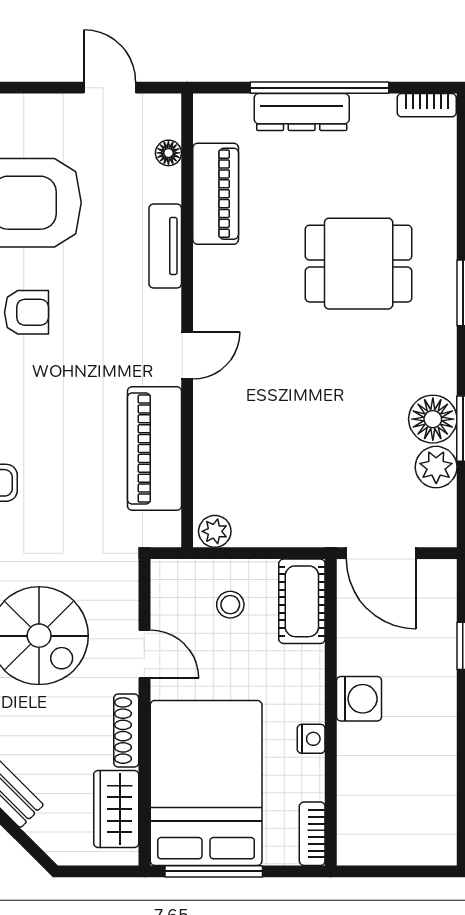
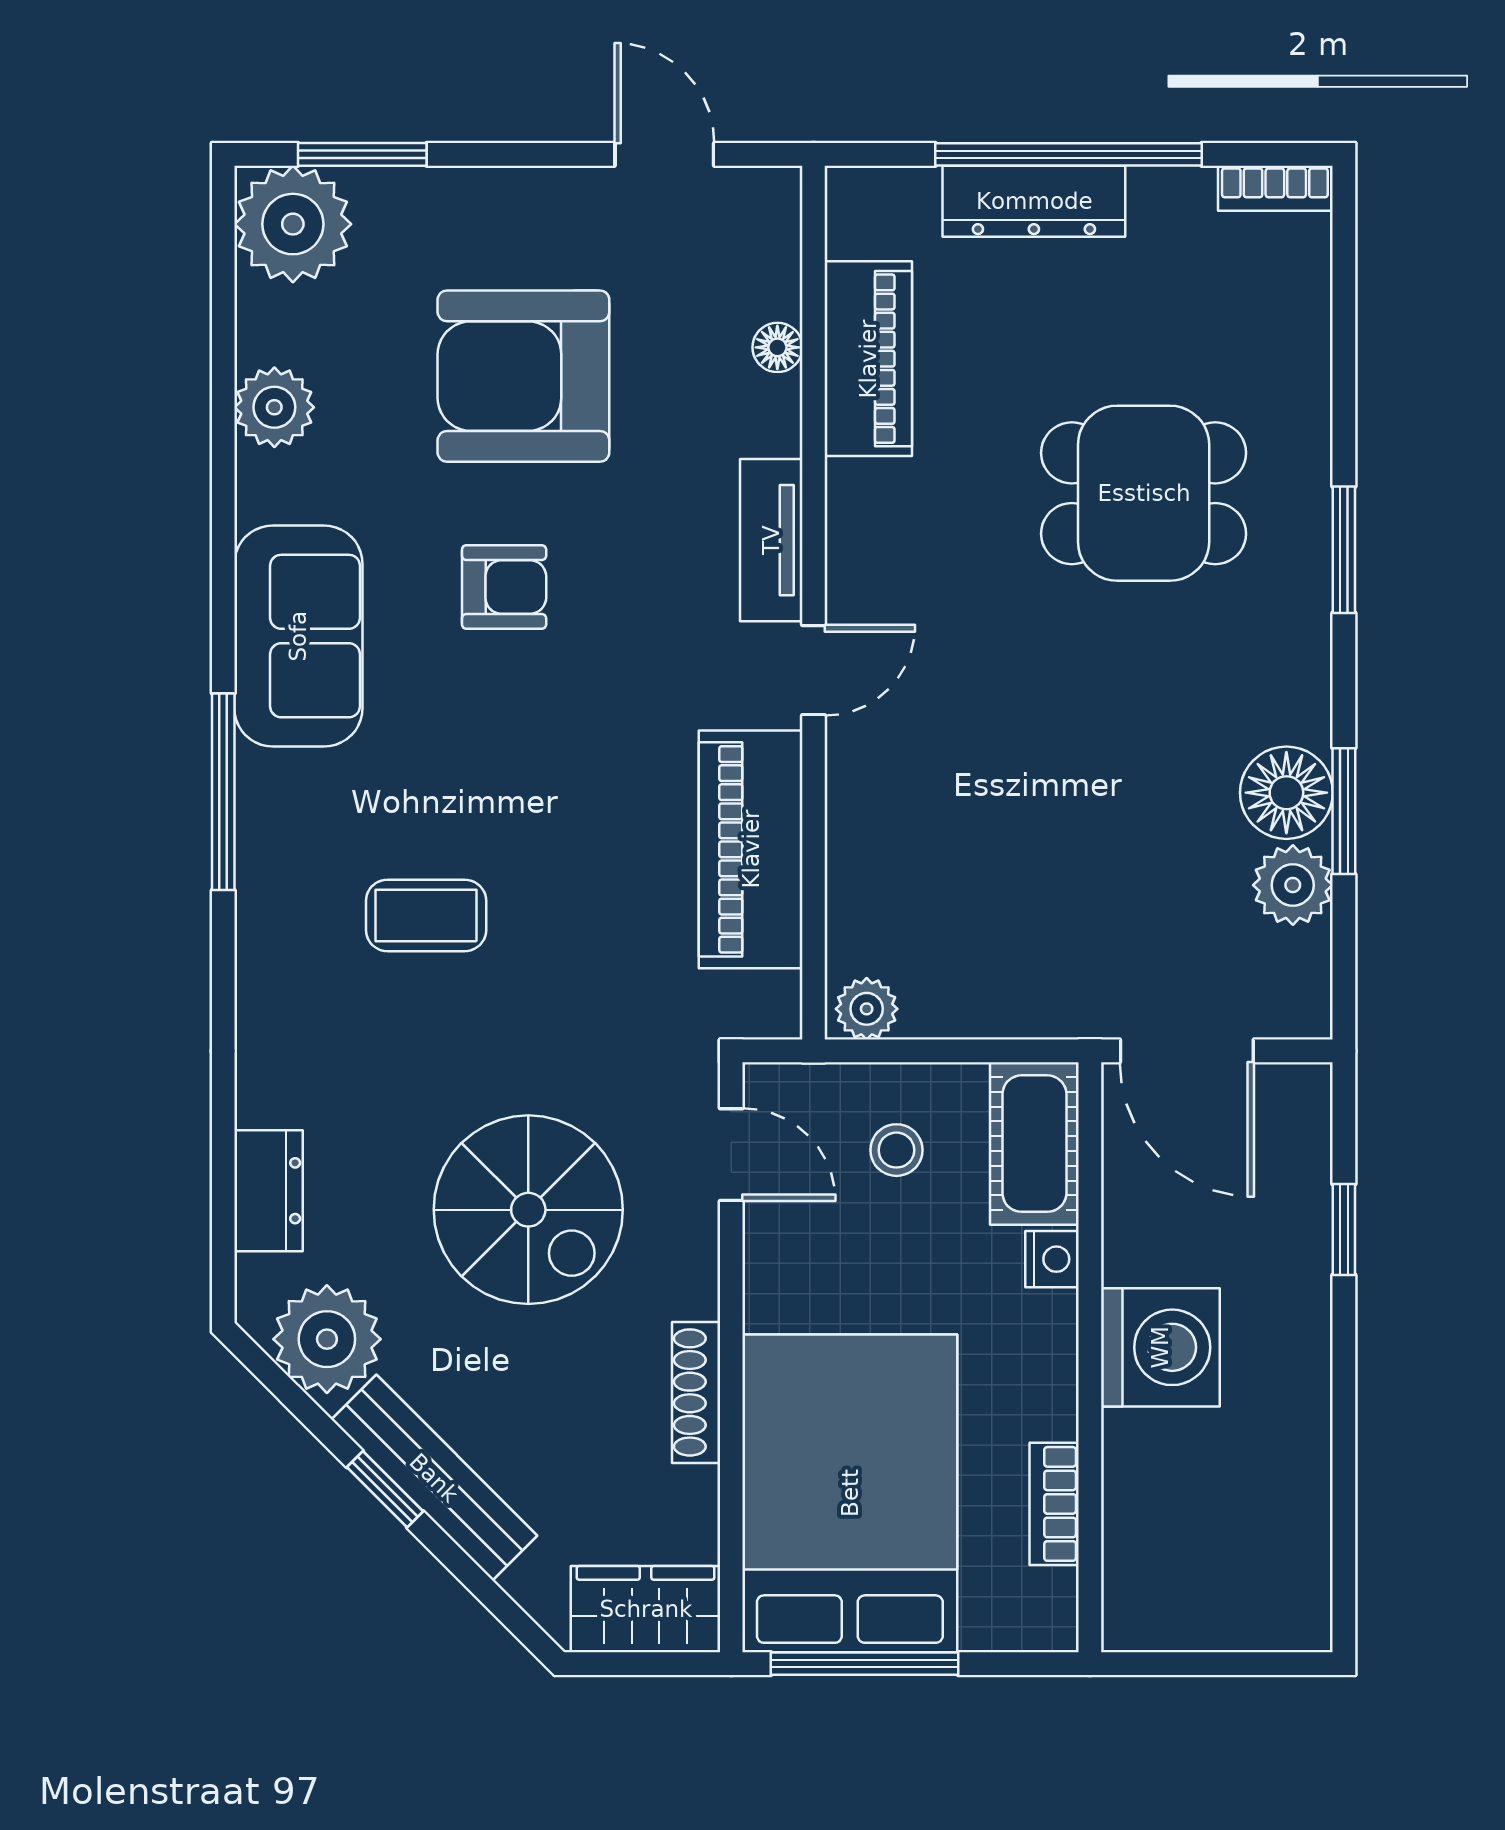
floor lamp: (168, 153) -> (777, 347), moved
tv unit: (165, 246) -> (771, 540), moved
door: (144, 654) -> (731, 1155), moved
washing machine: (359, 699) -> (1160, 1347), width x1.37, depth x1.37
nightstand: (311, 739) -> (1052, 1259), moved
wardrobe: (116, 809) -> (646, 1609), moved, turned 90
bookcase: (312, 834) -> (1054, 1504), moved

